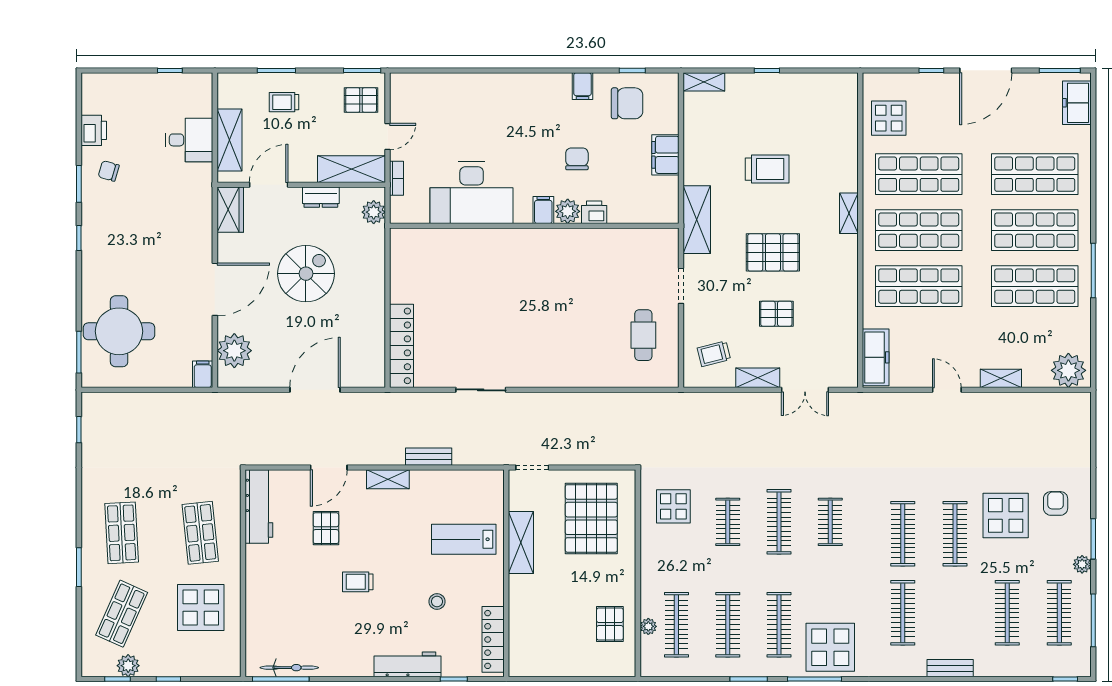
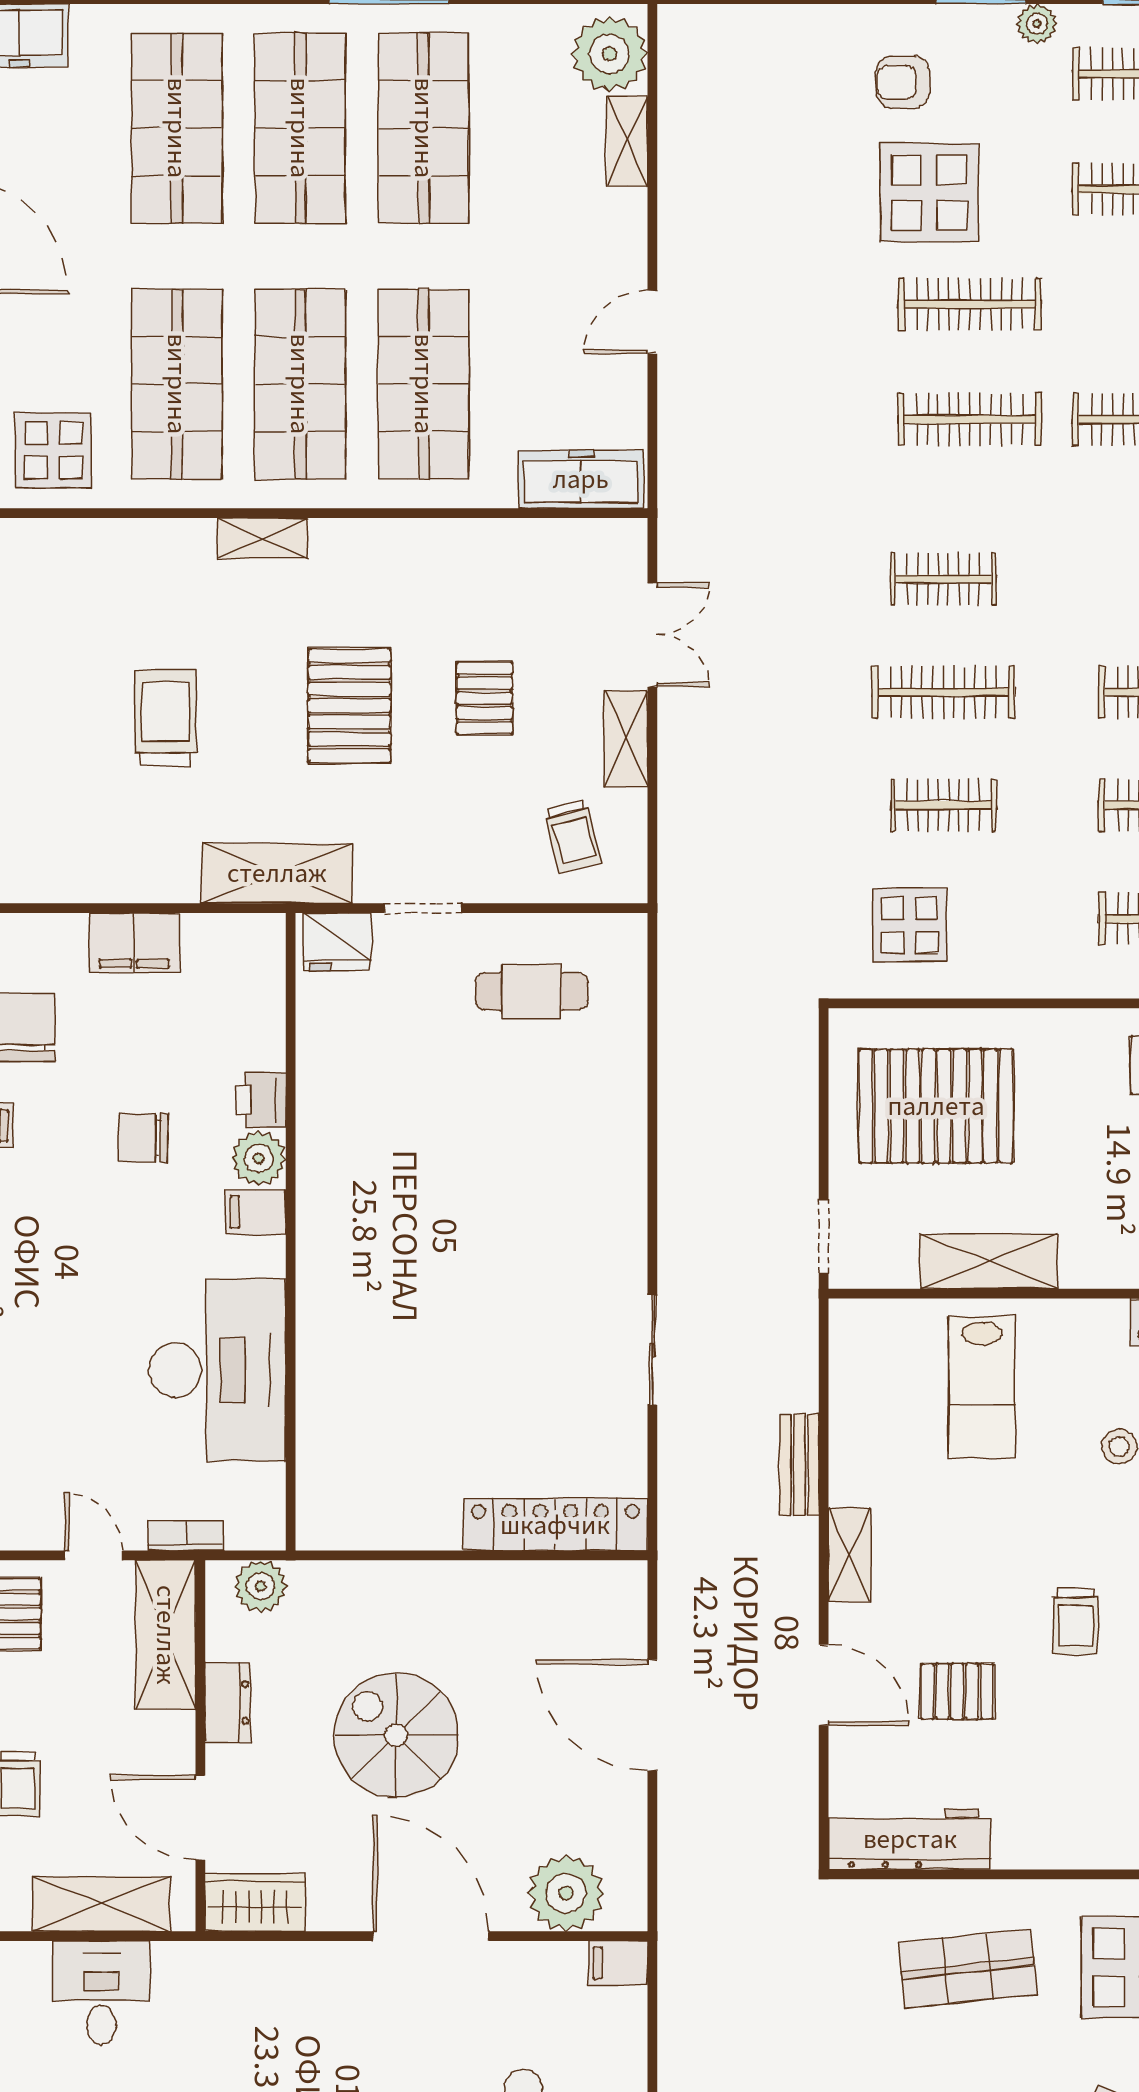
fridge: (666, 247) -> (337, 942), added
shelving: (1001, 378) -> (627, 141), moved

